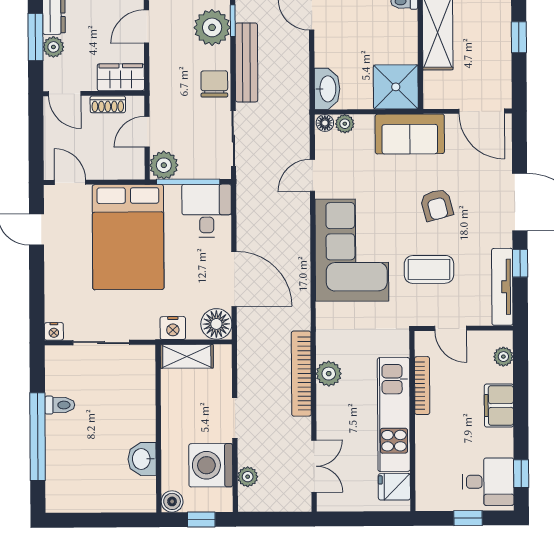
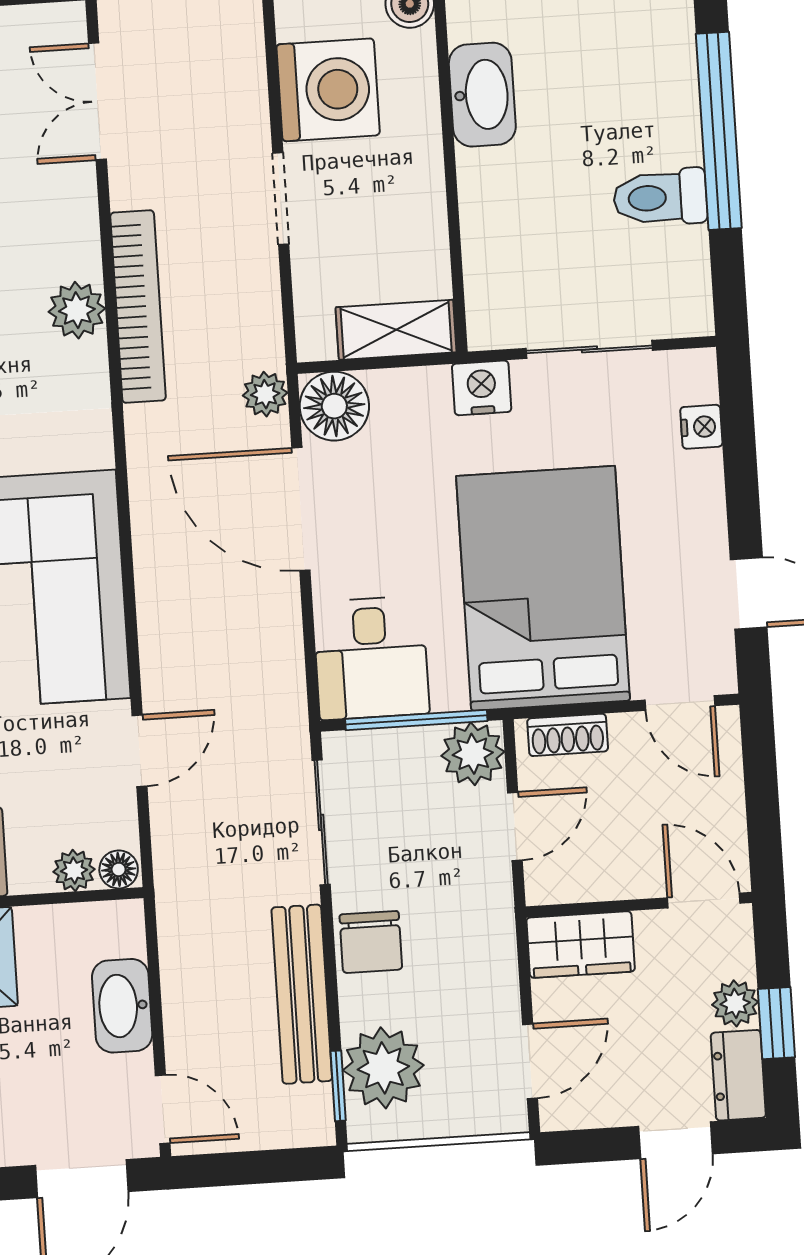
window: (36, 37) -> (776, 1023), width x0.67
washbasin: (327, 89) -> (122, 1006), moved
shoe rack: (108, 104) -> (568, 735), moved, turned 180
nightstand: (173, 328) -> (482, 388), moved
nightstand: (54, 331) -> (701, 427), moved, turned 90
toilet: (60, 405) -> (660, 197), width x1.37, depth x1.39
washbasin: (142, 459) -> (482, 95), width x1.38
plant: (248, 477) -> (265, 394), moved

